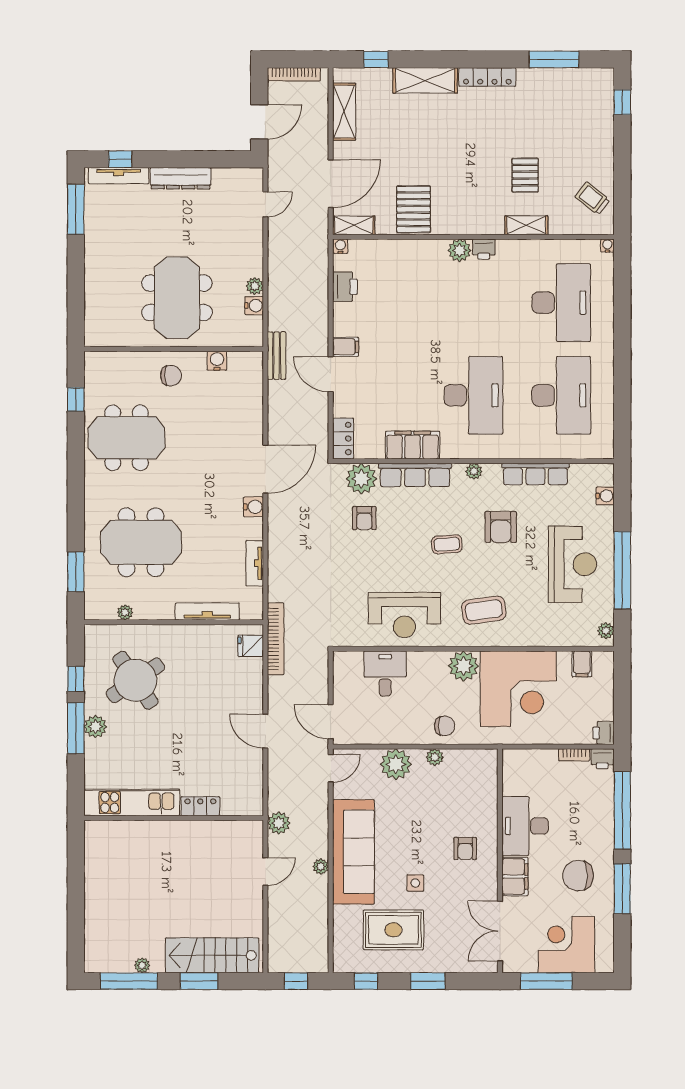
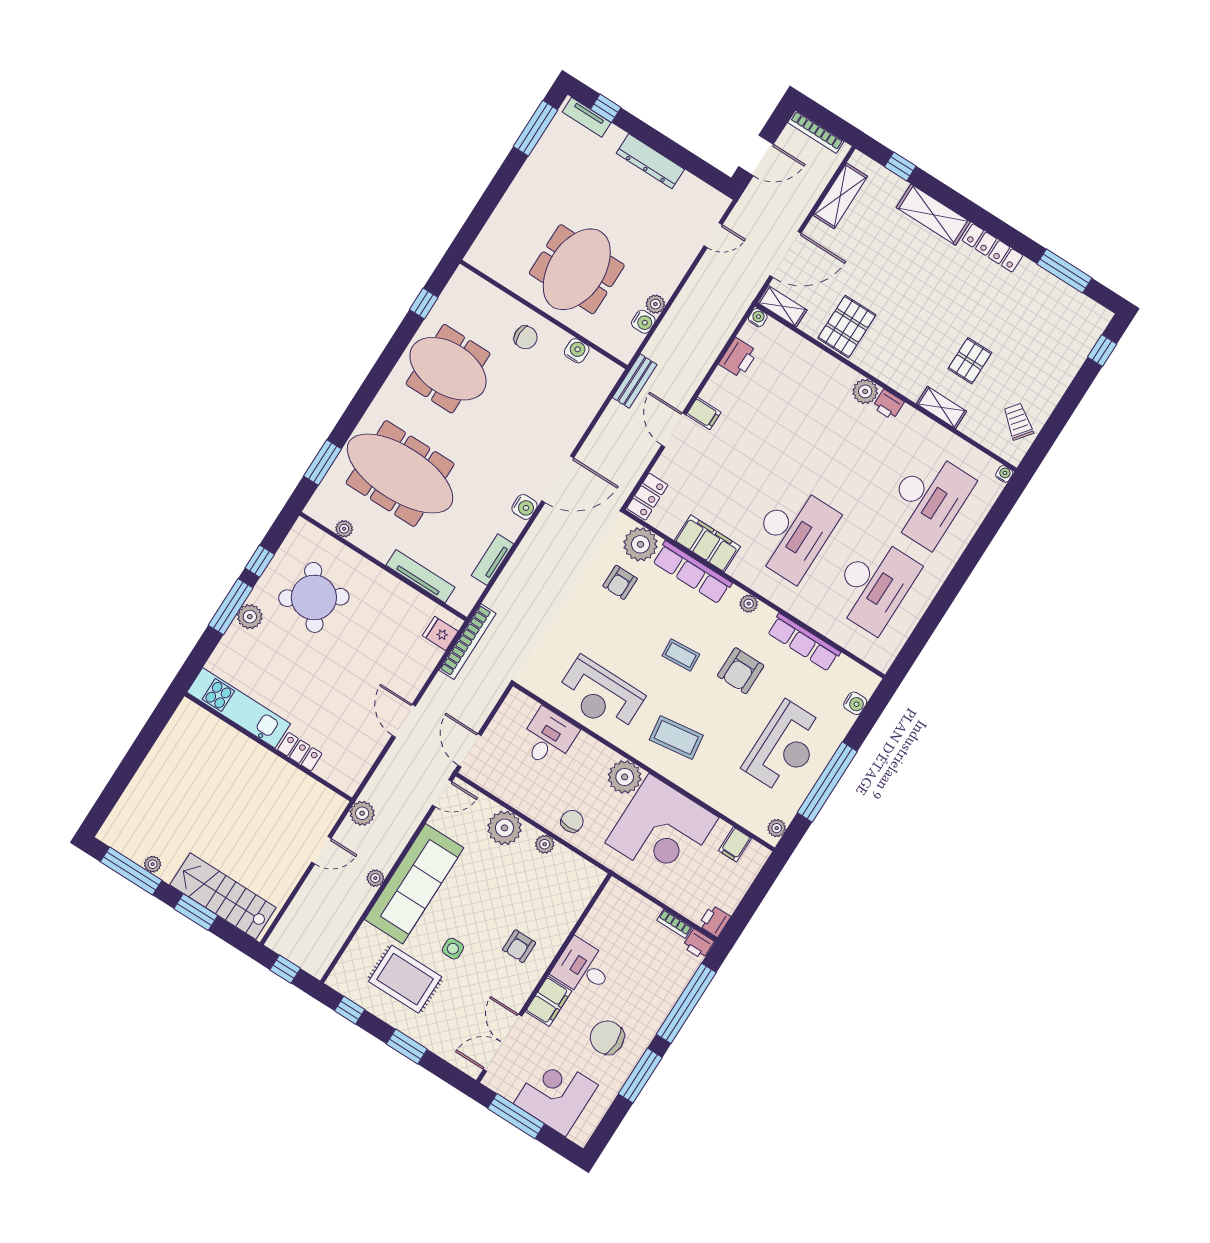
tv unit: (119, 176) -> (587, 117), width x0.71
meeting table: (141, 542) -> (400, 474), width x1.36
chair: (445, 726) -> (572, 821), turned -90
desk: (525, 826) -> (583, 968), width x0.73

